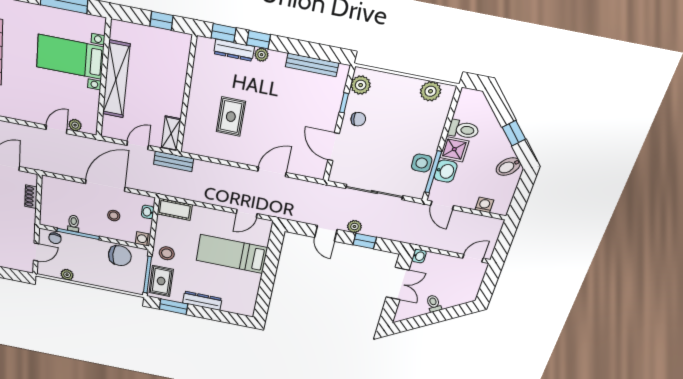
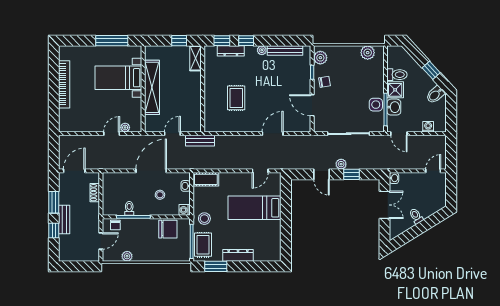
plant: (262, 55) -> (262, 50), moved
shelving: (171, 134) -> (196, 58), moved

